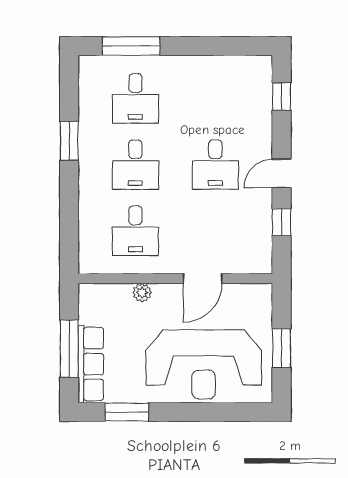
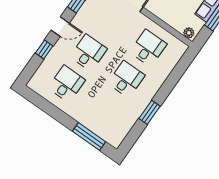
window: (282, 96) -> (44, 49), moved
desk: (135, 98) -> (67, 84), moved
plant: (142, 293) -> (189, 33), moved

